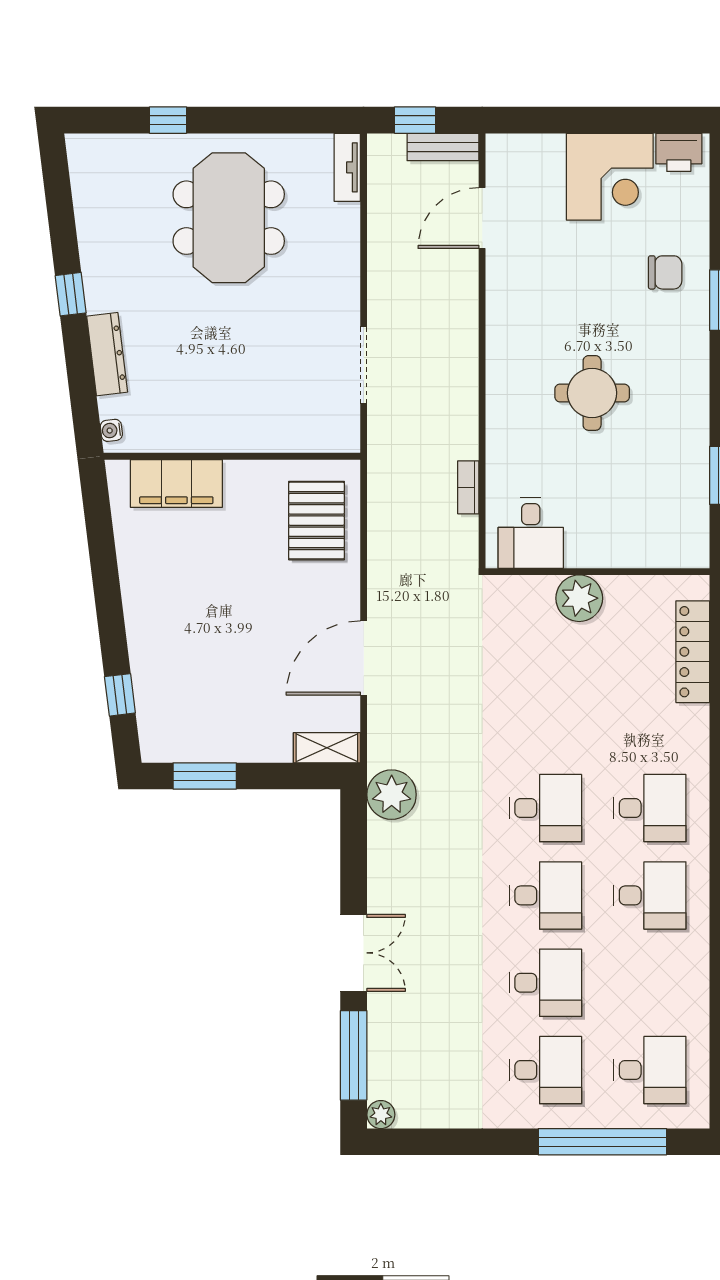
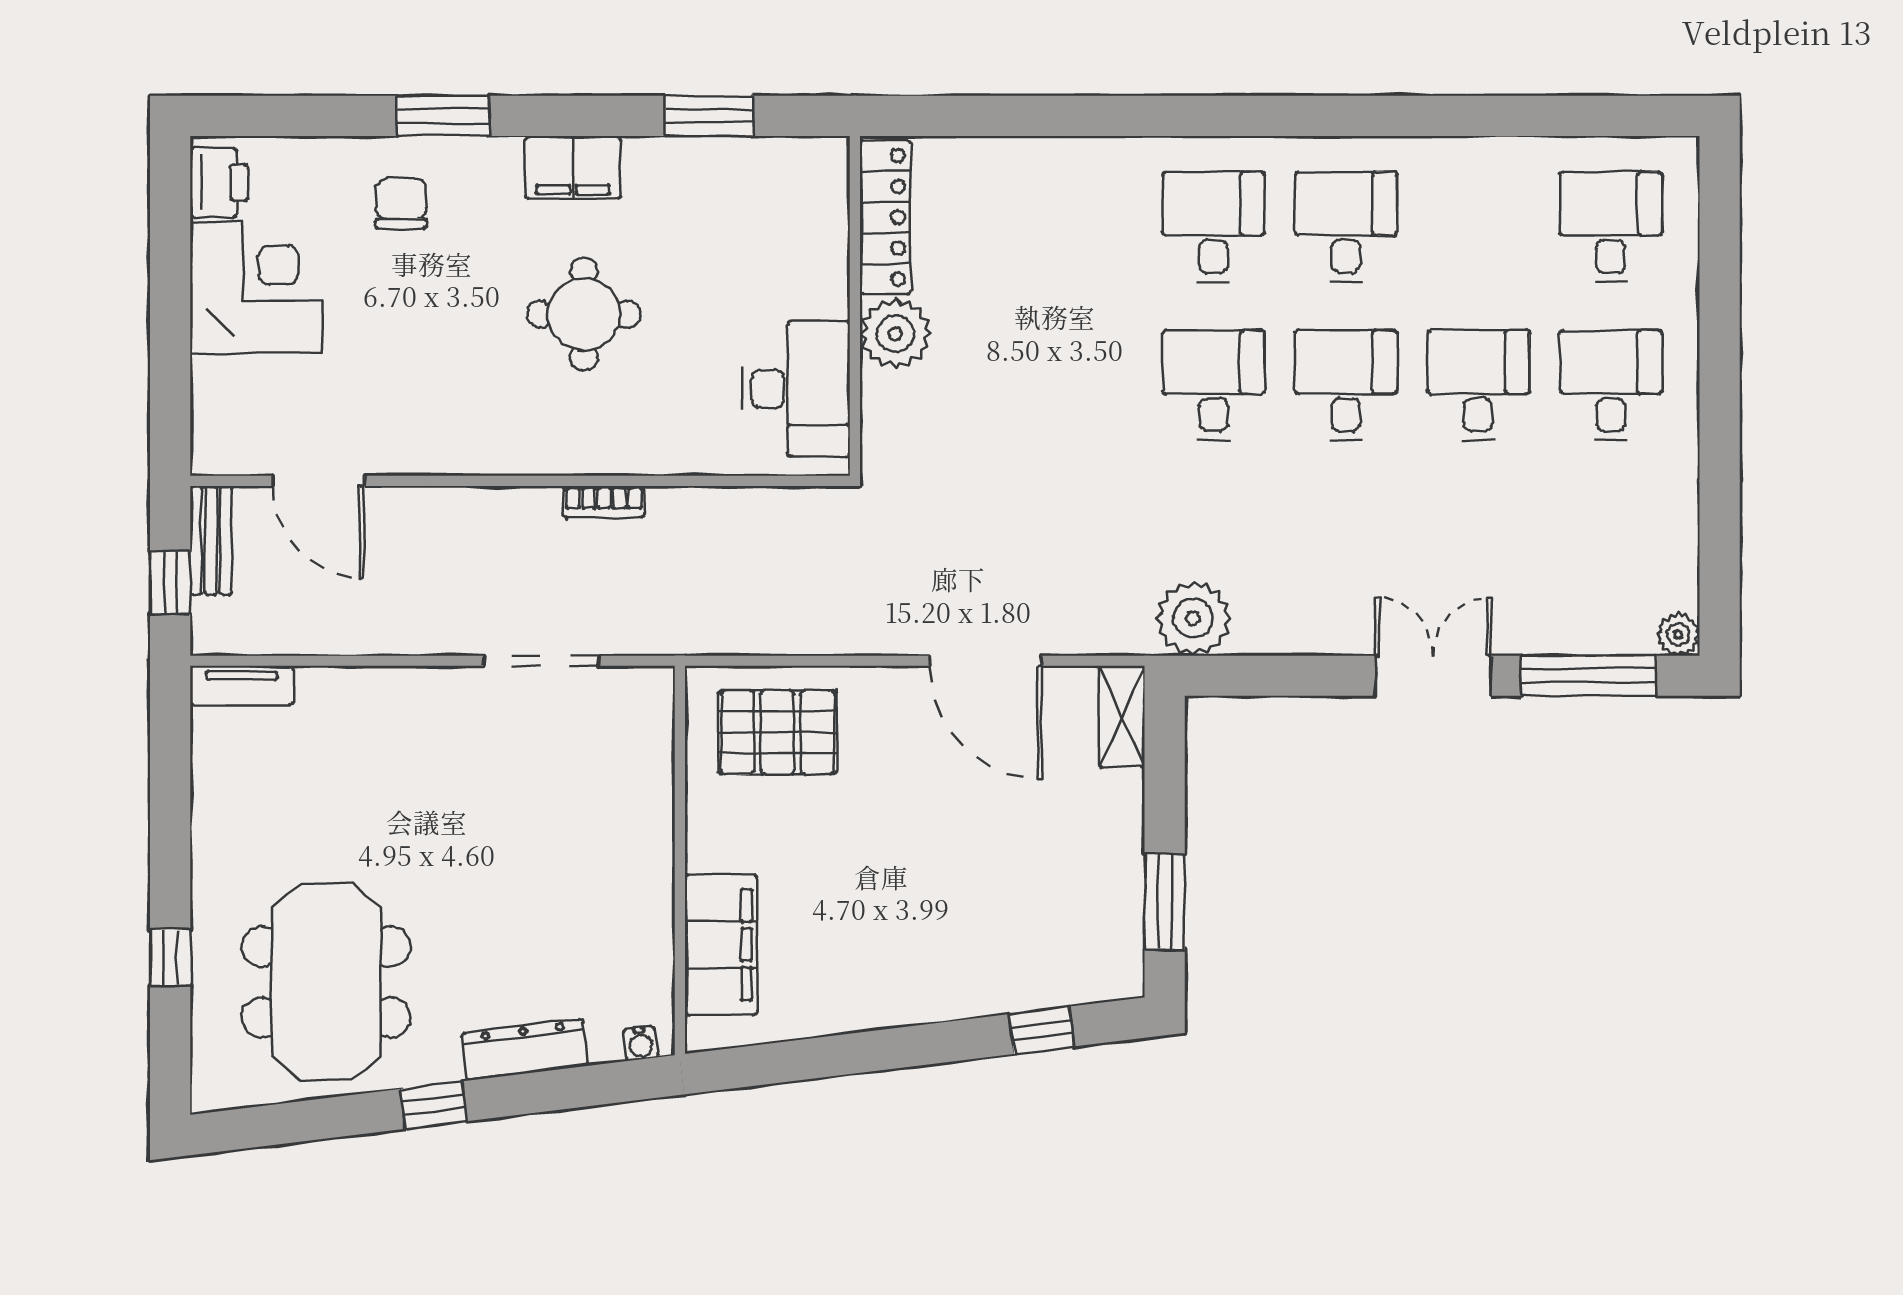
meeting table: (229, 218) -> (326, 982), moved, turned 90
filing cabinet: (689, 386) -> (573, 167), added
bookcase: (468, 487) -> (604, 502), moved
desk: (531, 533) -> (796, 389), width x1.37
locker: (693, 652) -> (885, 217), moved, turned -90
window: (602, 1142) -> (1720, 299), removed

